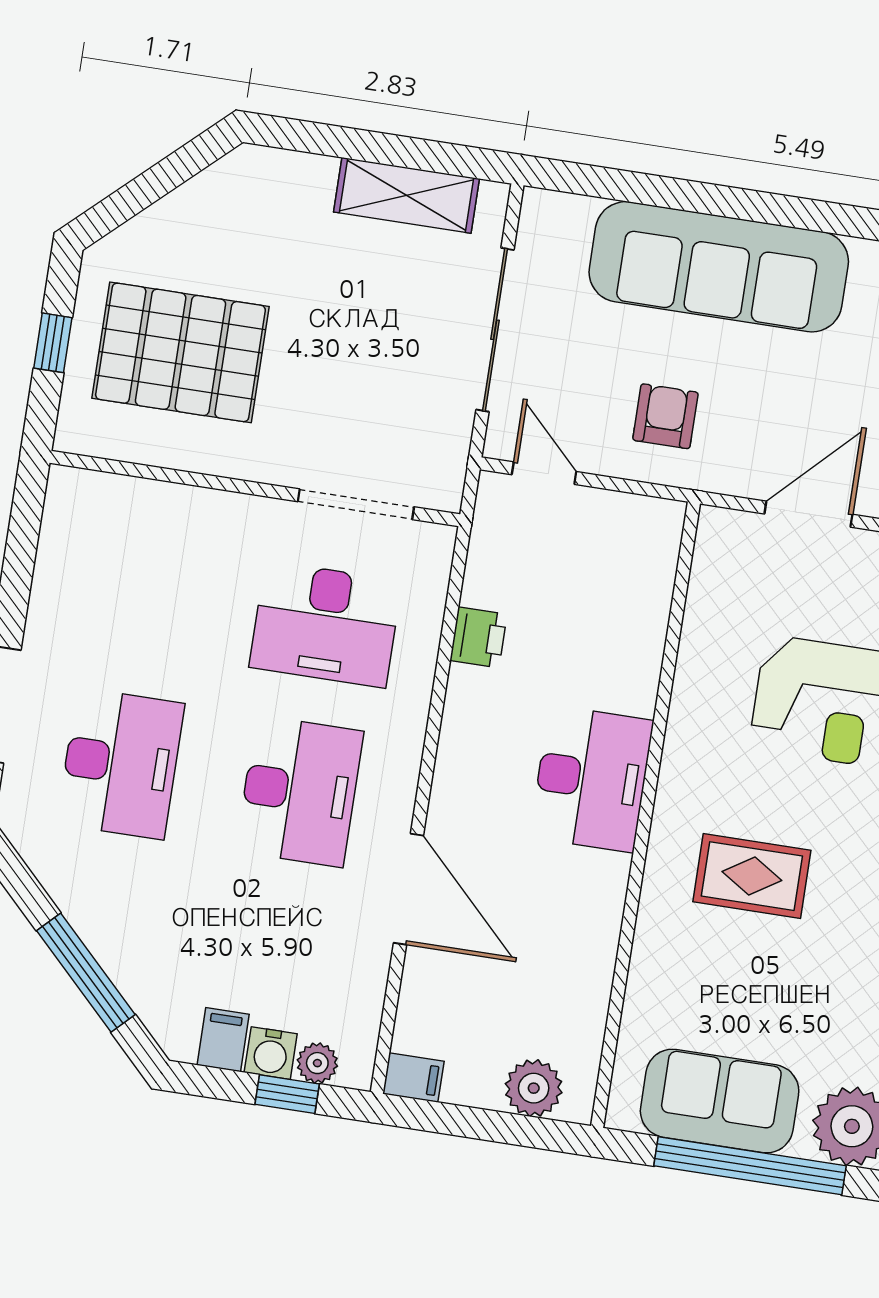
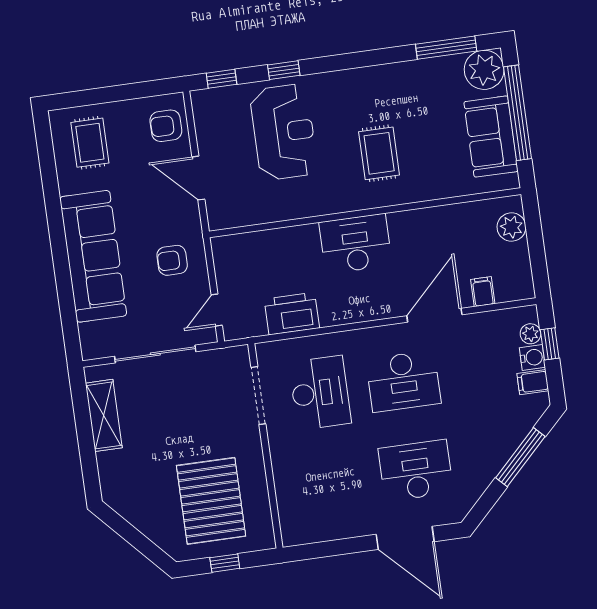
printer: (479, 637) -> (292, 314), width x1.87, depth x1.48
desk: (300, 791) -> (403, 381), turned 180
filing cabinet: (413, 1078) -> (483, 292), moved

